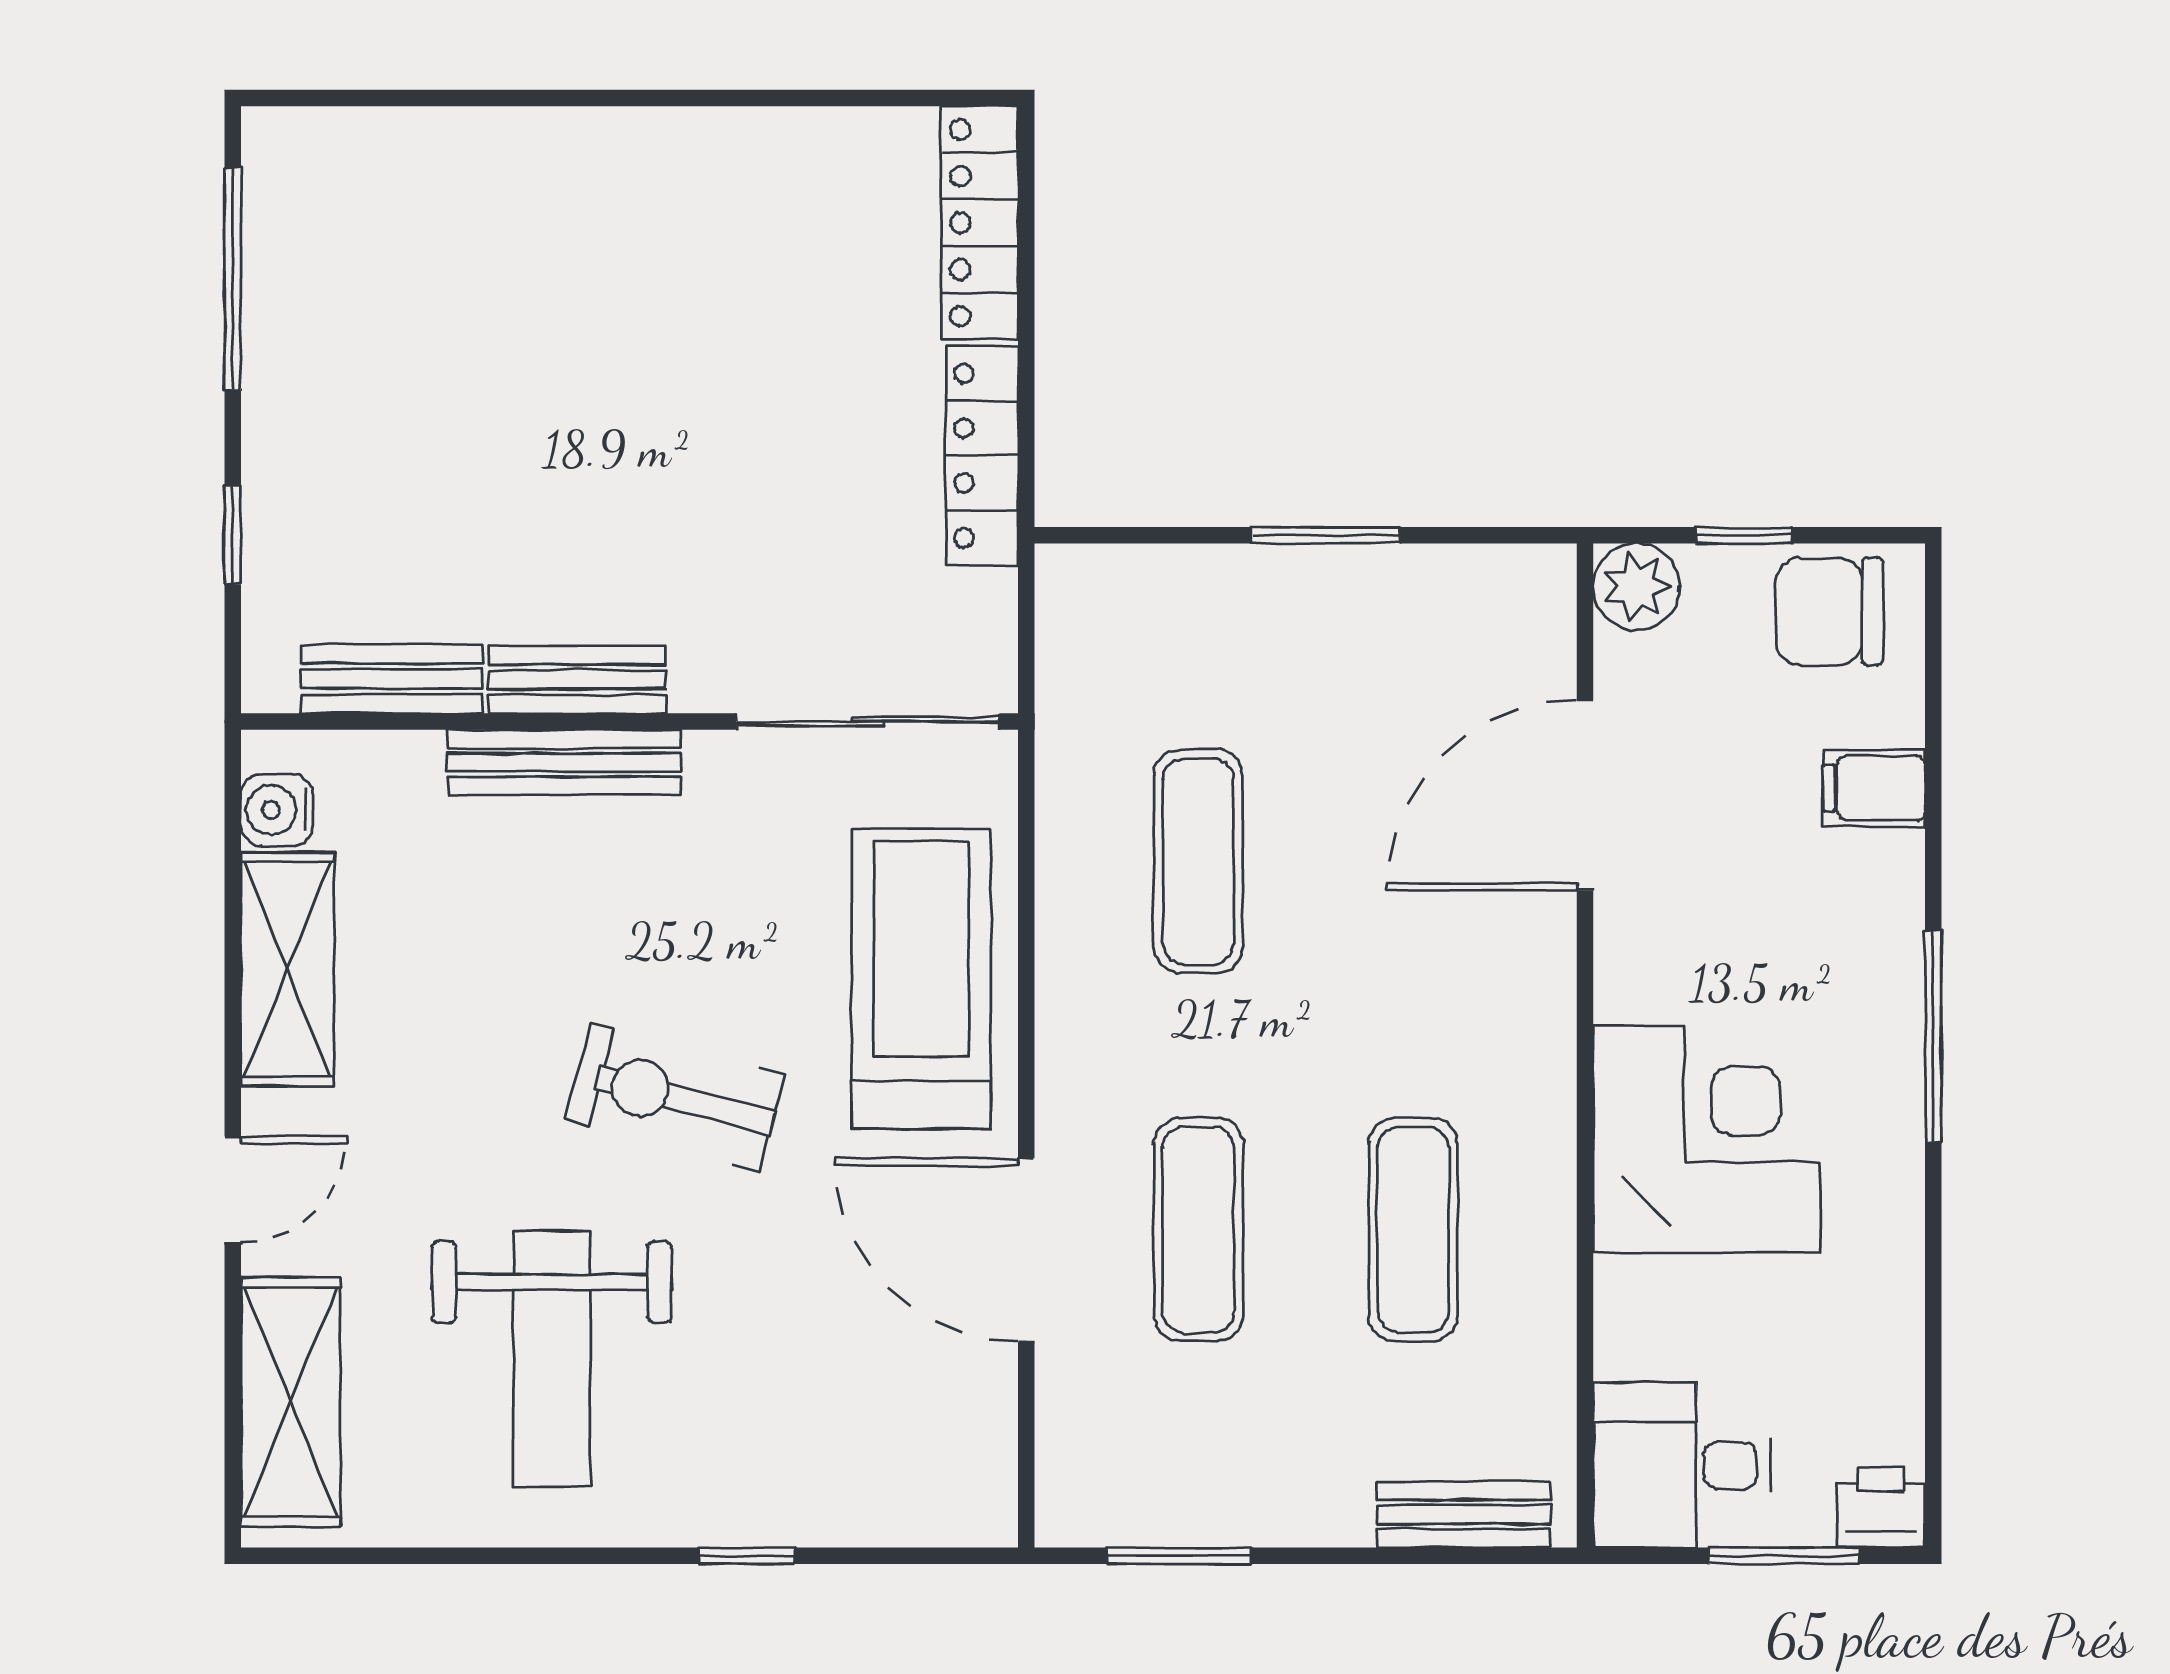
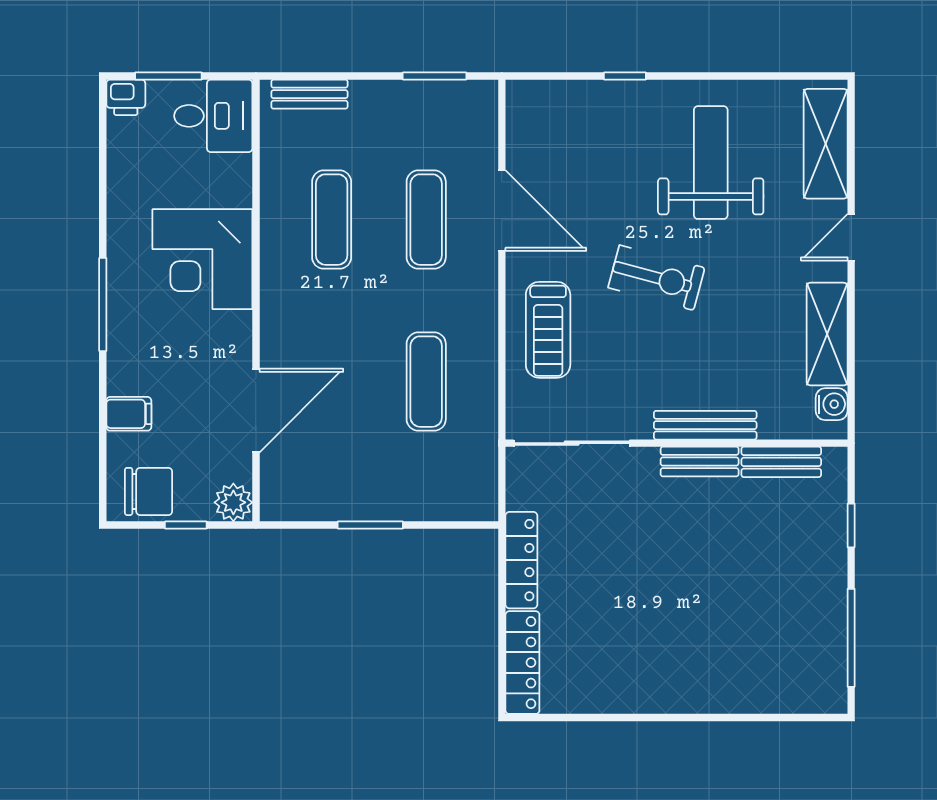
treadmill: (921, 979) -> (548, 330), width x0.73, depth x0.73

